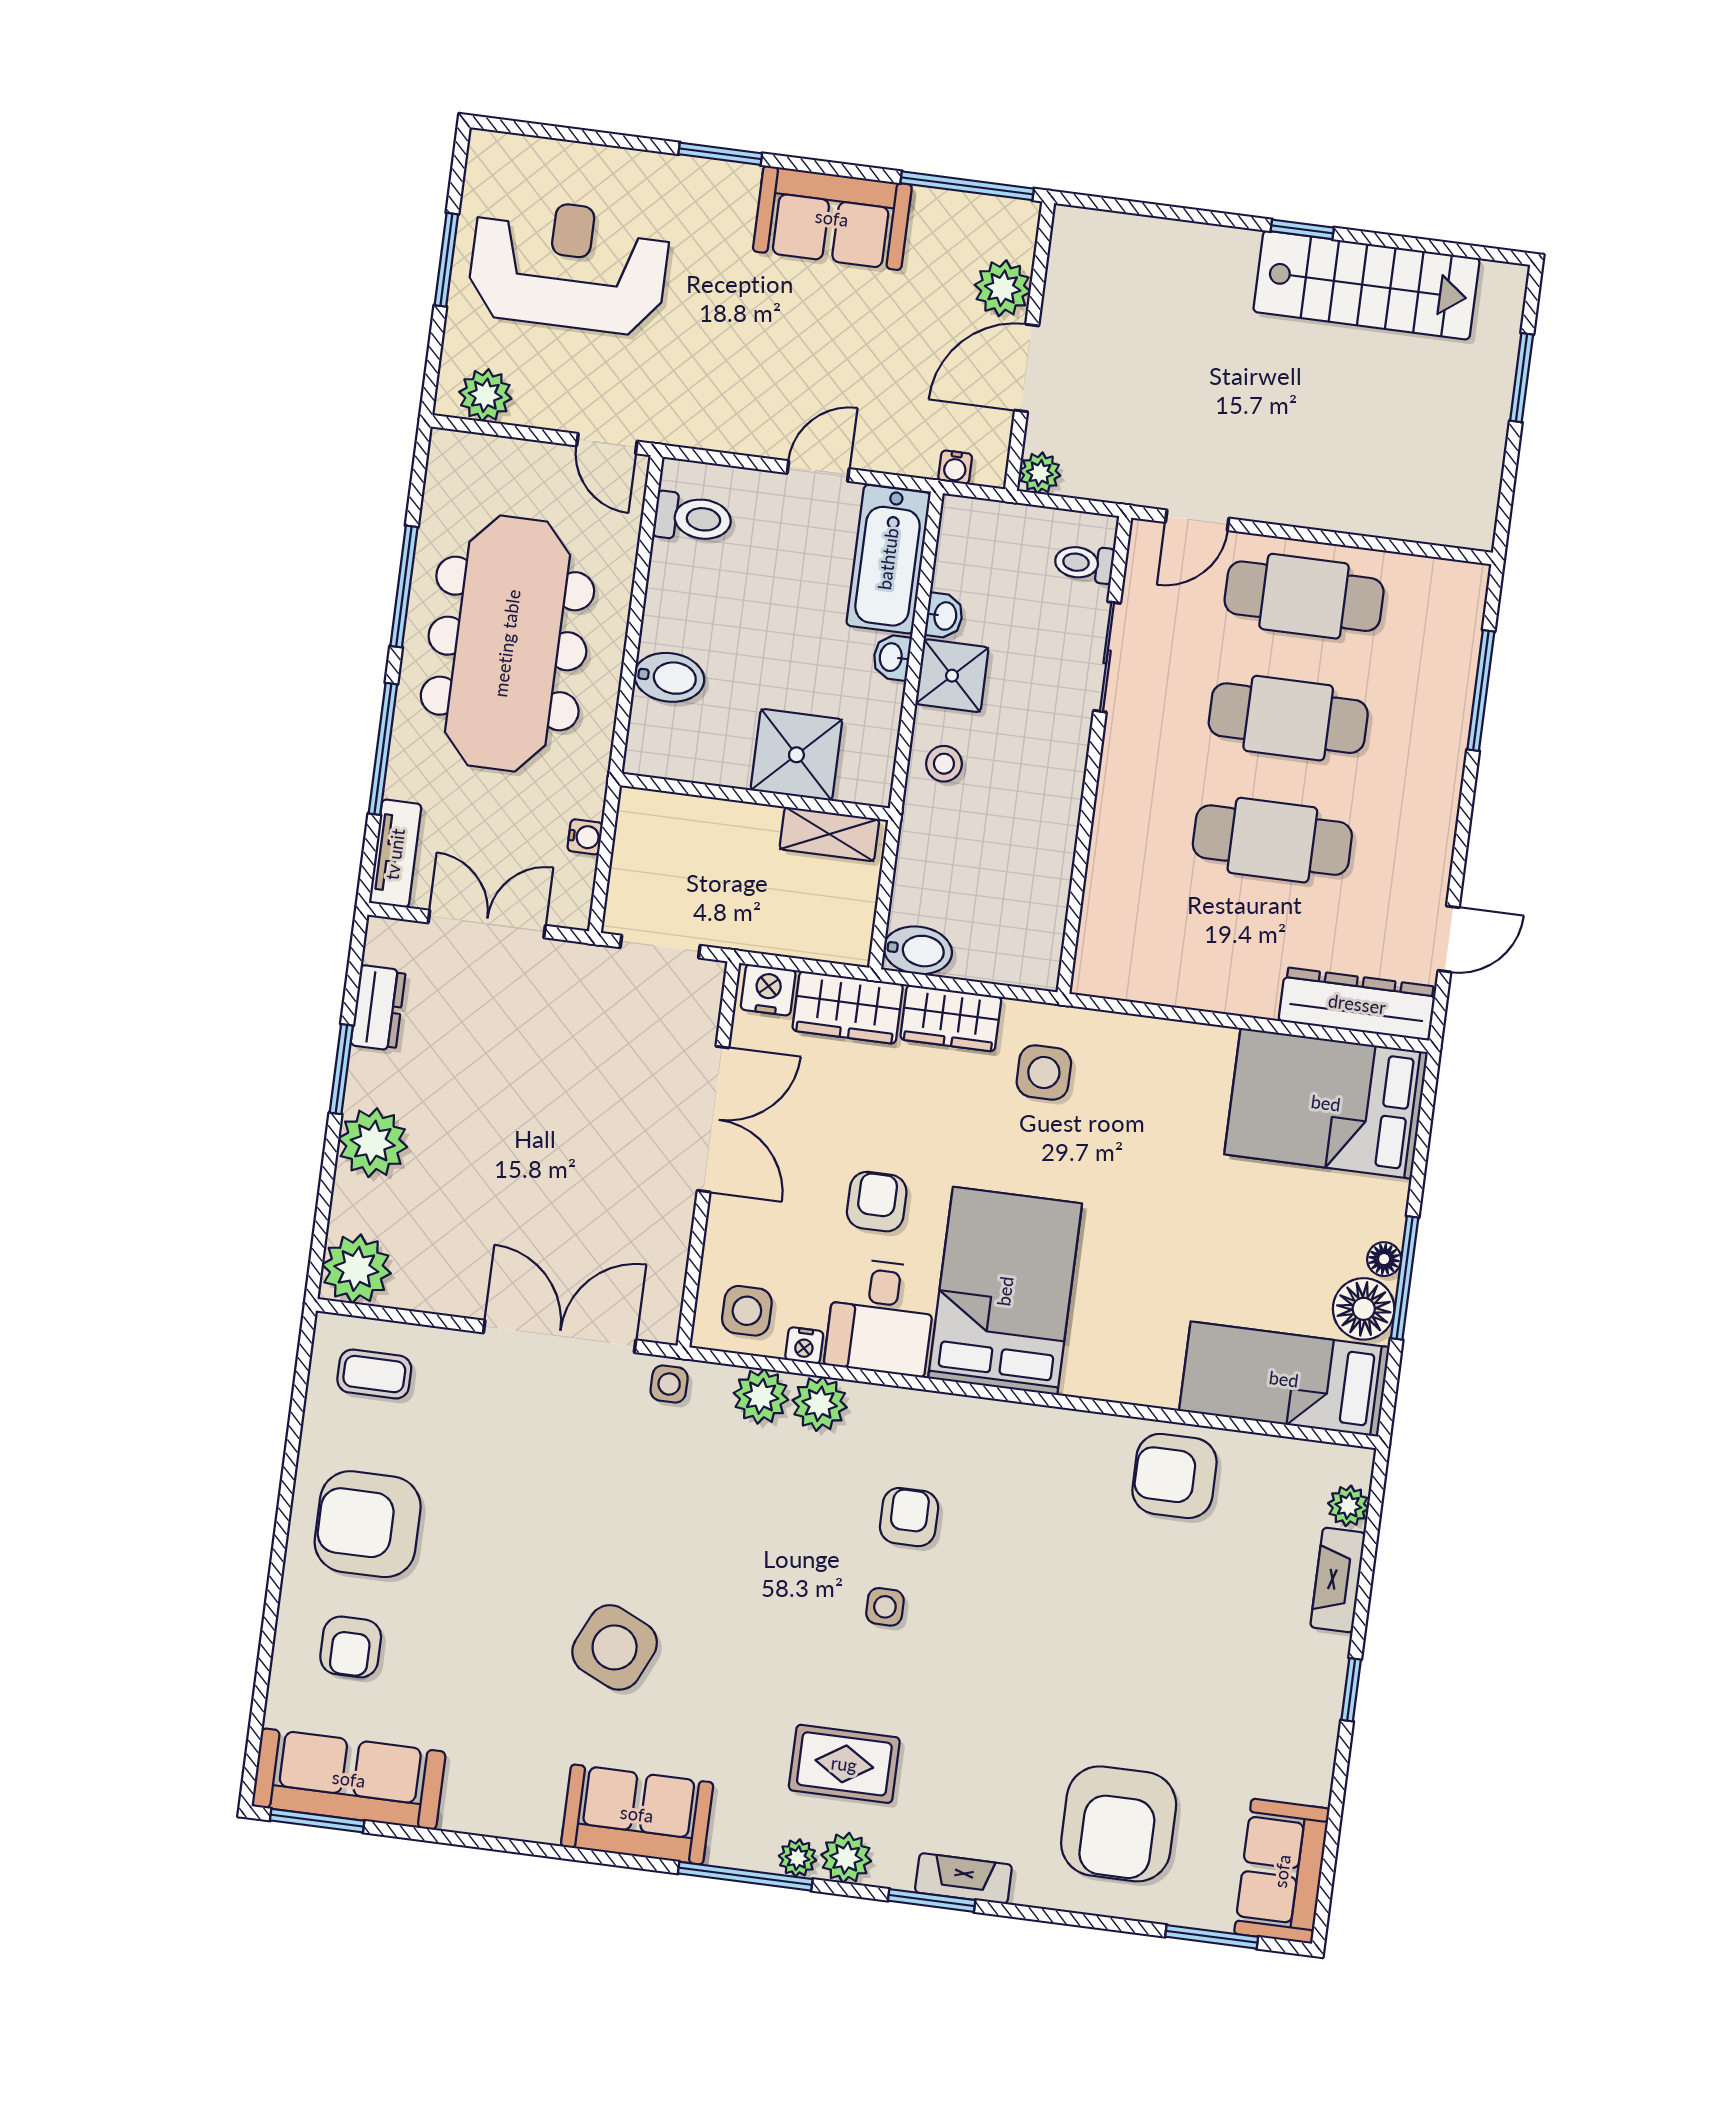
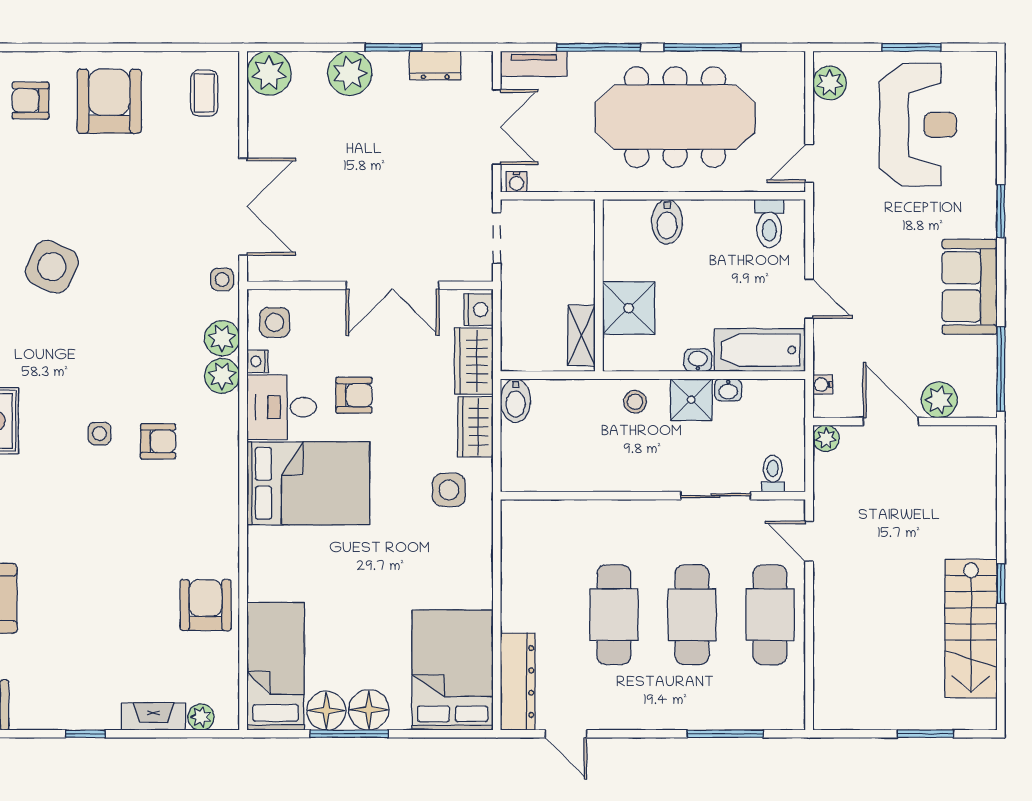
water cooler: (585, 837) -> (517, 182), moved
floor lamp: (1384, 1259) -> (369, 710), width x1.89, depth x1.89

